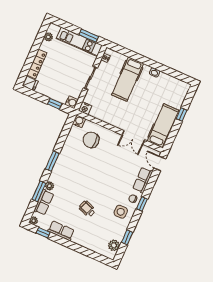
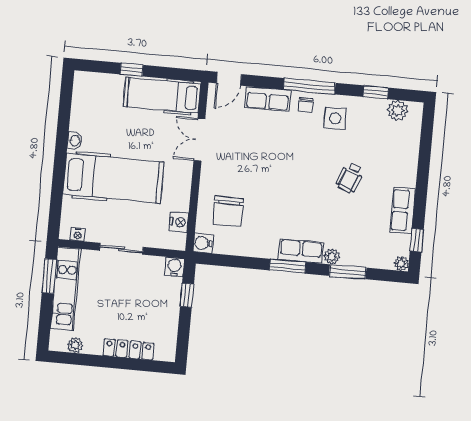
hospital bed: (128, 79) -> (113, 178), width x1.37, depth x1.29
fridge: (30, 83) -> (166, 350), removed
nightstand: (85, 108) -> (179, 222), moved
double door: (133, 137) -> (199, 140), swing flipped
row of seats: (44, 202) -> (301, 251), moved
window: (142, 204) -> (309, 86), width x2.17

